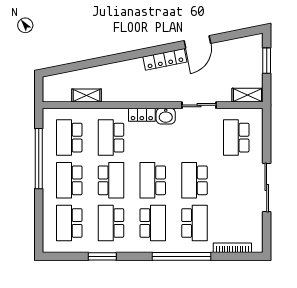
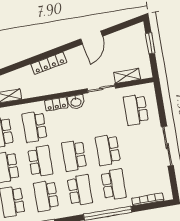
locker: (165, 59) -> (49, 63), moved
shelving: (248, 95) -> (127, 76), moved

